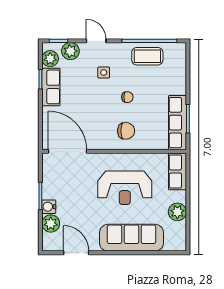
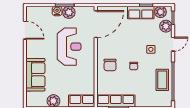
reception desk: (125, 188) -> (69, 47), moved, turned 180
plant: (51, 224) -> (69, 12), moved
sofa: (131, 238) -> (35, 75), width x0.73
door: (76, 253) -> (25, 30), hinge flipped

